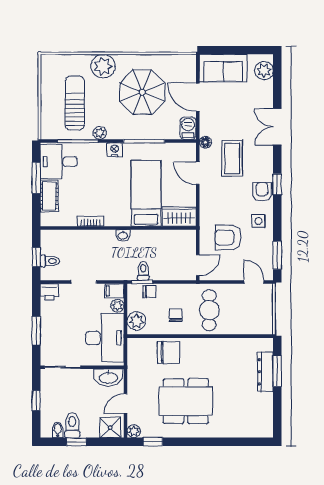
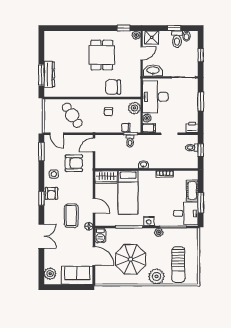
sun lounger: (75, 103) -> (178, 265), moved
cafe table: (209, 310) -> (72, 115), moved, turned -34
dining table: (186, 401) -> (102, 55), width x0.73

